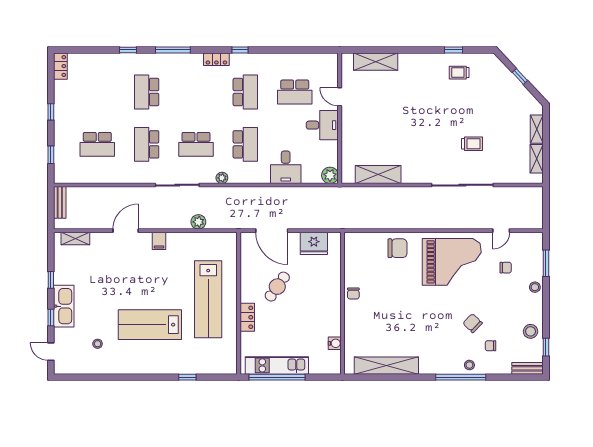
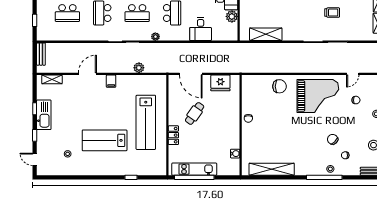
plant: (330, 175) -> (232, 16), moved
kitchen sink: (64, 306) -> (44, 115), moved

